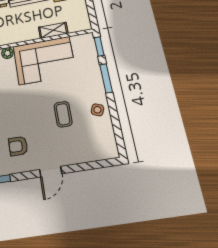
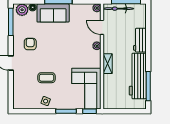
shelving: (53, 30) -> (108, 64), moved
corner sofa: (44, 61) -> (86, 89), moved

